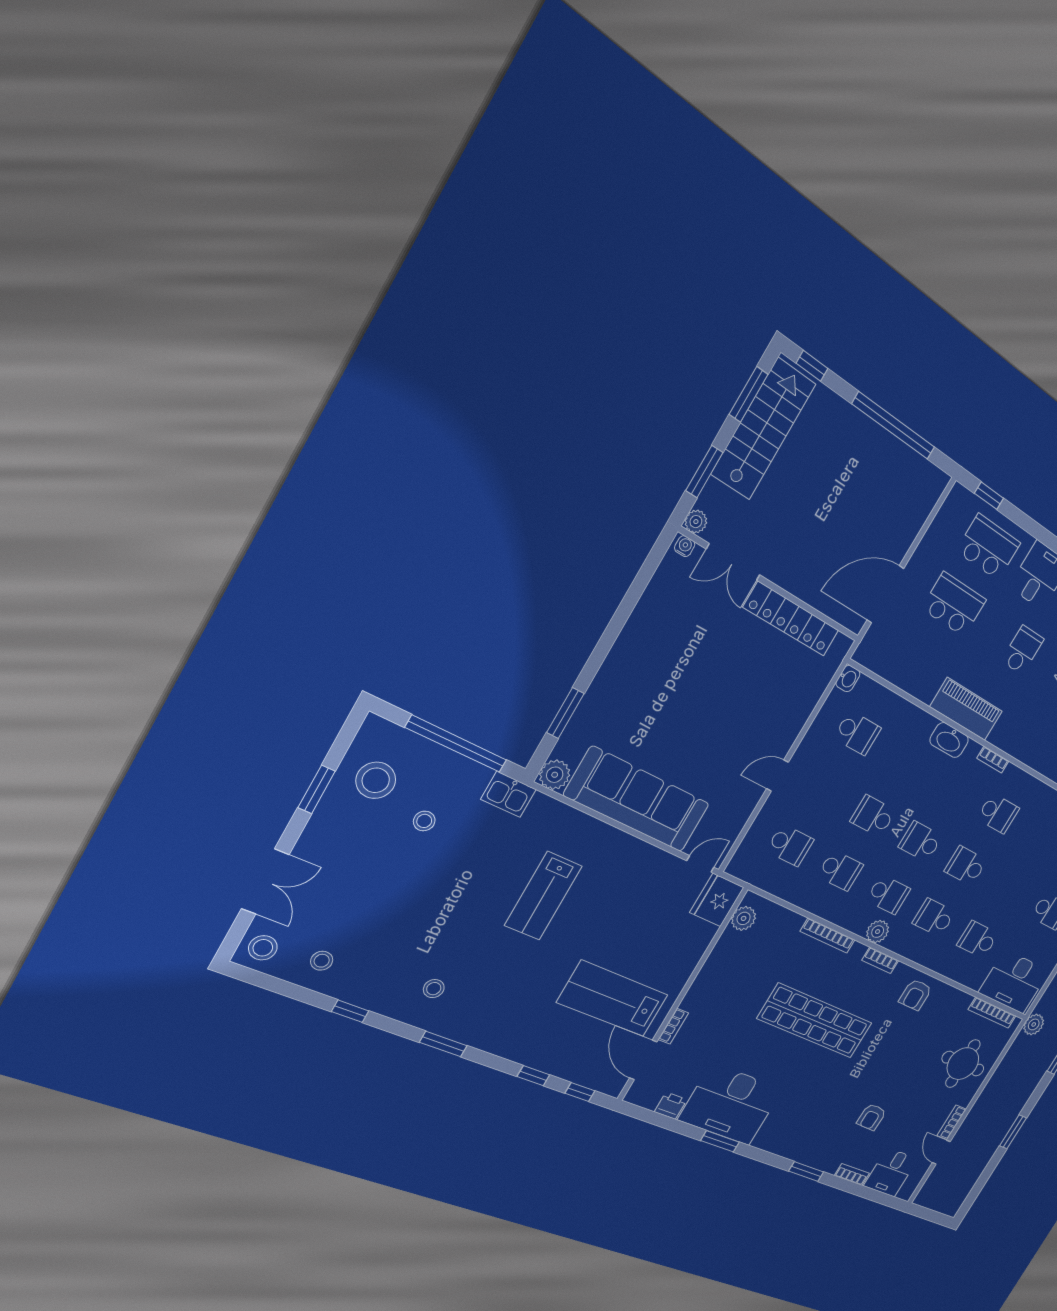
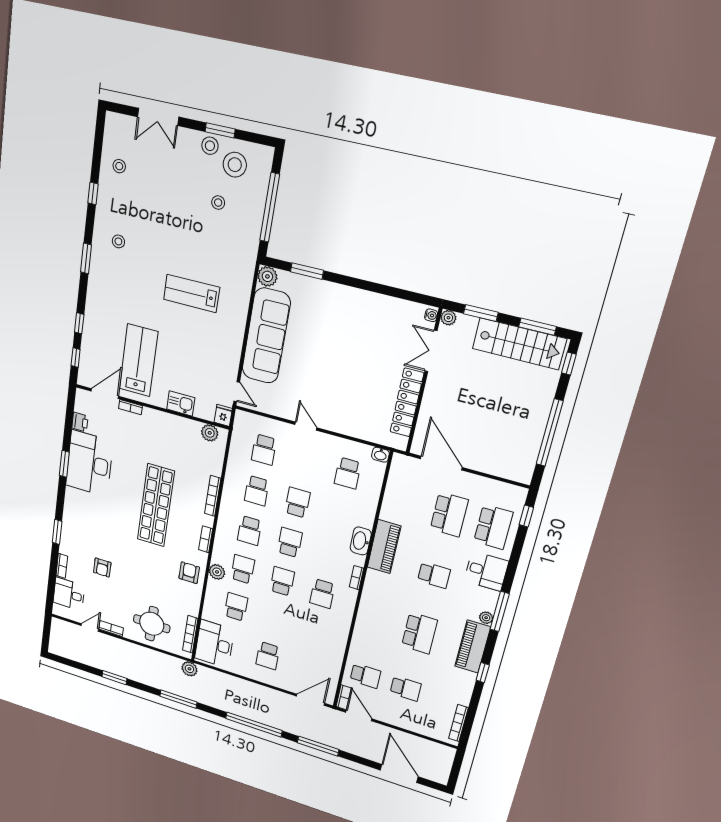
kitchen sink: (508, 794) -> (181, 403), moved, turned 90
fridge: (717, 900) -> (223, 415), width x0.53, depth x0.75
plant: (878, 932) -> (217, 572), moved
stool: (263, 948) -> (210, 146), moved
armchair: (915, 995) -> (189, 573), turned 90
armchair: (871, 1117) -> (102, 568), turned -92

